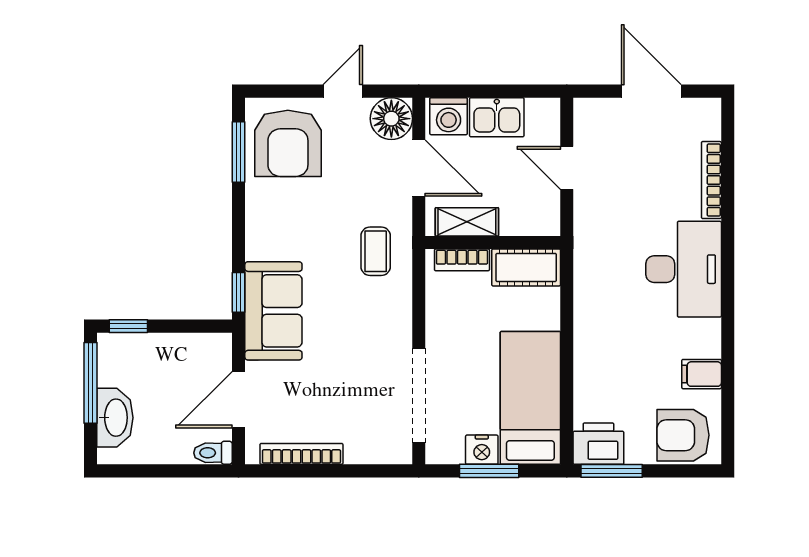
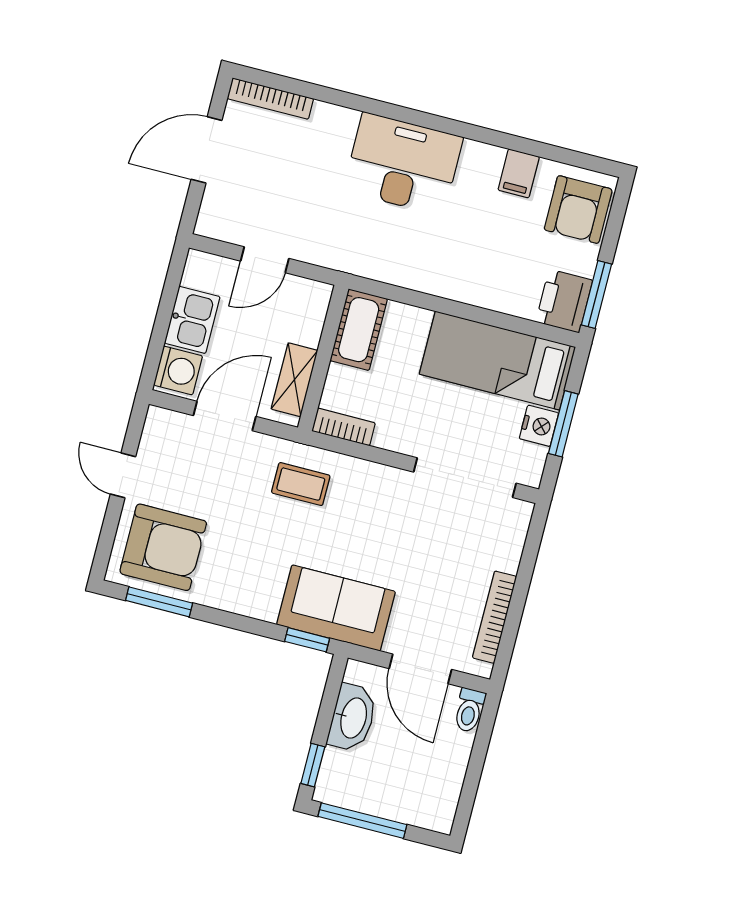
floor lamp: (391, 119) -> (165, 432), removed
bookcase: (711, 180) -> (270, 99), moved
bookcase: (462, 260) -> (344, 427), moved, turned -90
washbasin: (115, 418) -> (352, 718), moved, turned 90

